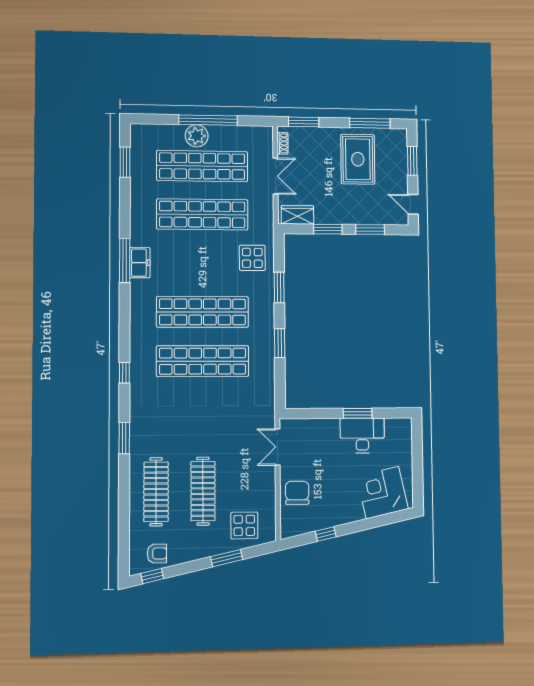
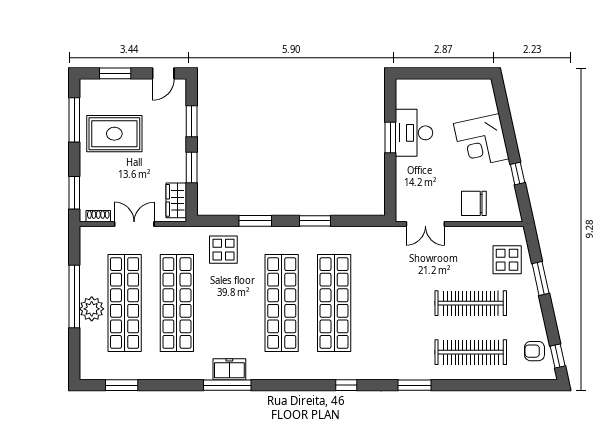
corner desk: (382, 492) -> (481, 141), moved
armchair: (157, 554) -> (534, 351), turned -90

